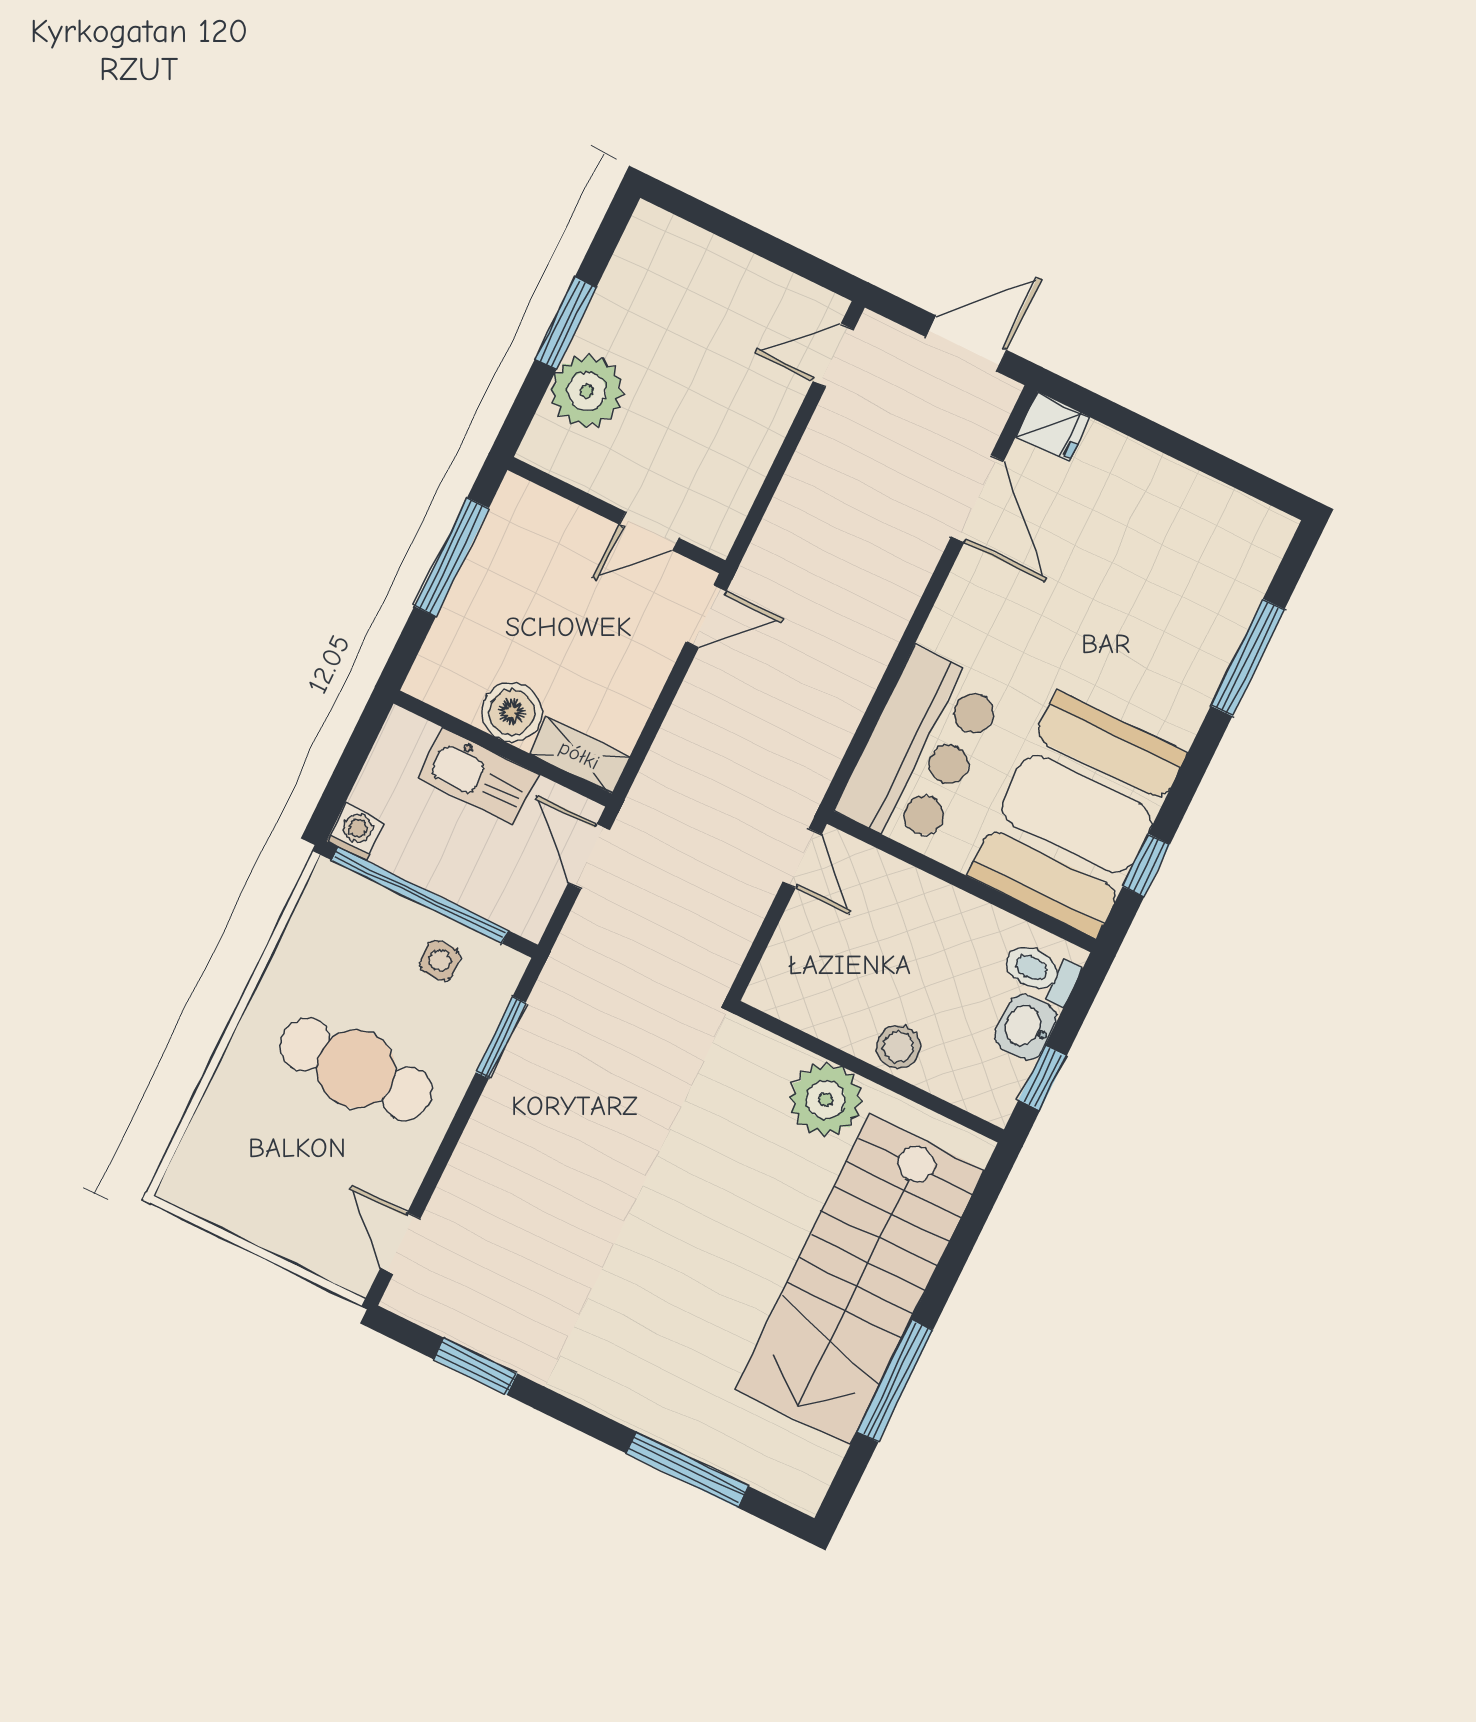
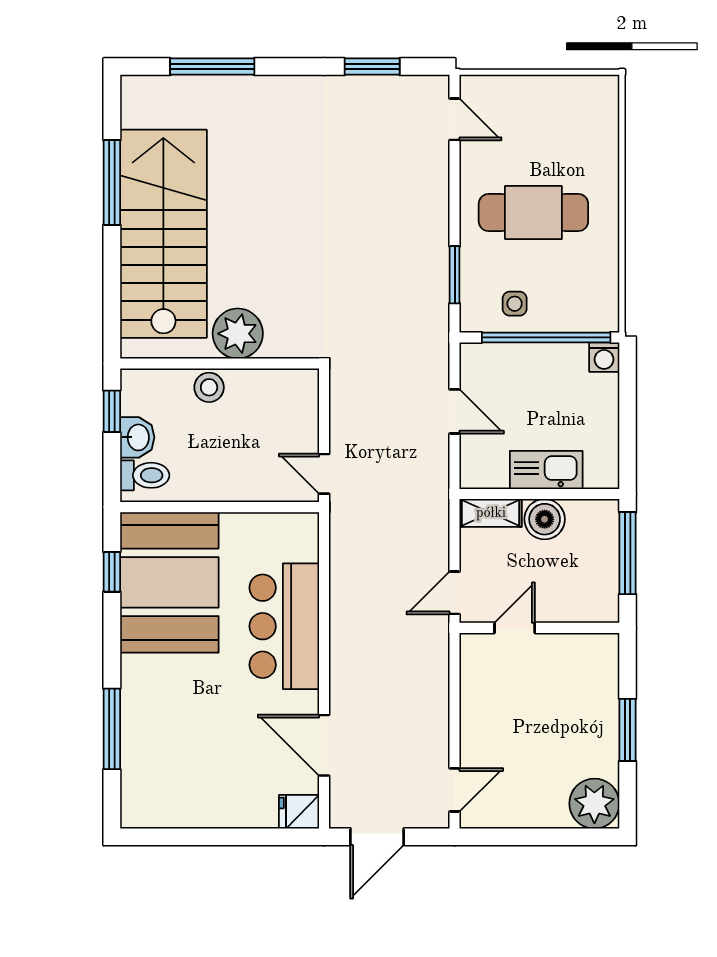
plant: (587, 391) -> (594, 804), moved
boiler: (512, 712) -> (545, 519), moved
wall: (503, 748) -> (539, 494), moved
bar counter: (920, 750) -> (284, 626), moved
shelving: (579, 755) -> (491, 513), moved
kitchen sink: (478, 776) -> (546, 470), moved

